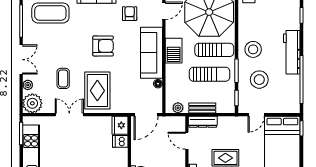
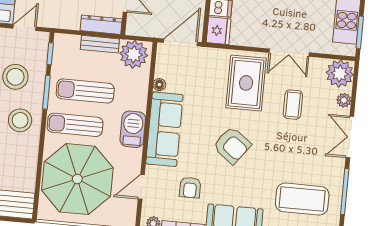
armchair: (103, 46) -> (232, 145), turned -143
plant: (178, 108) -> (134, 54), width x1.88, depth x1.88

